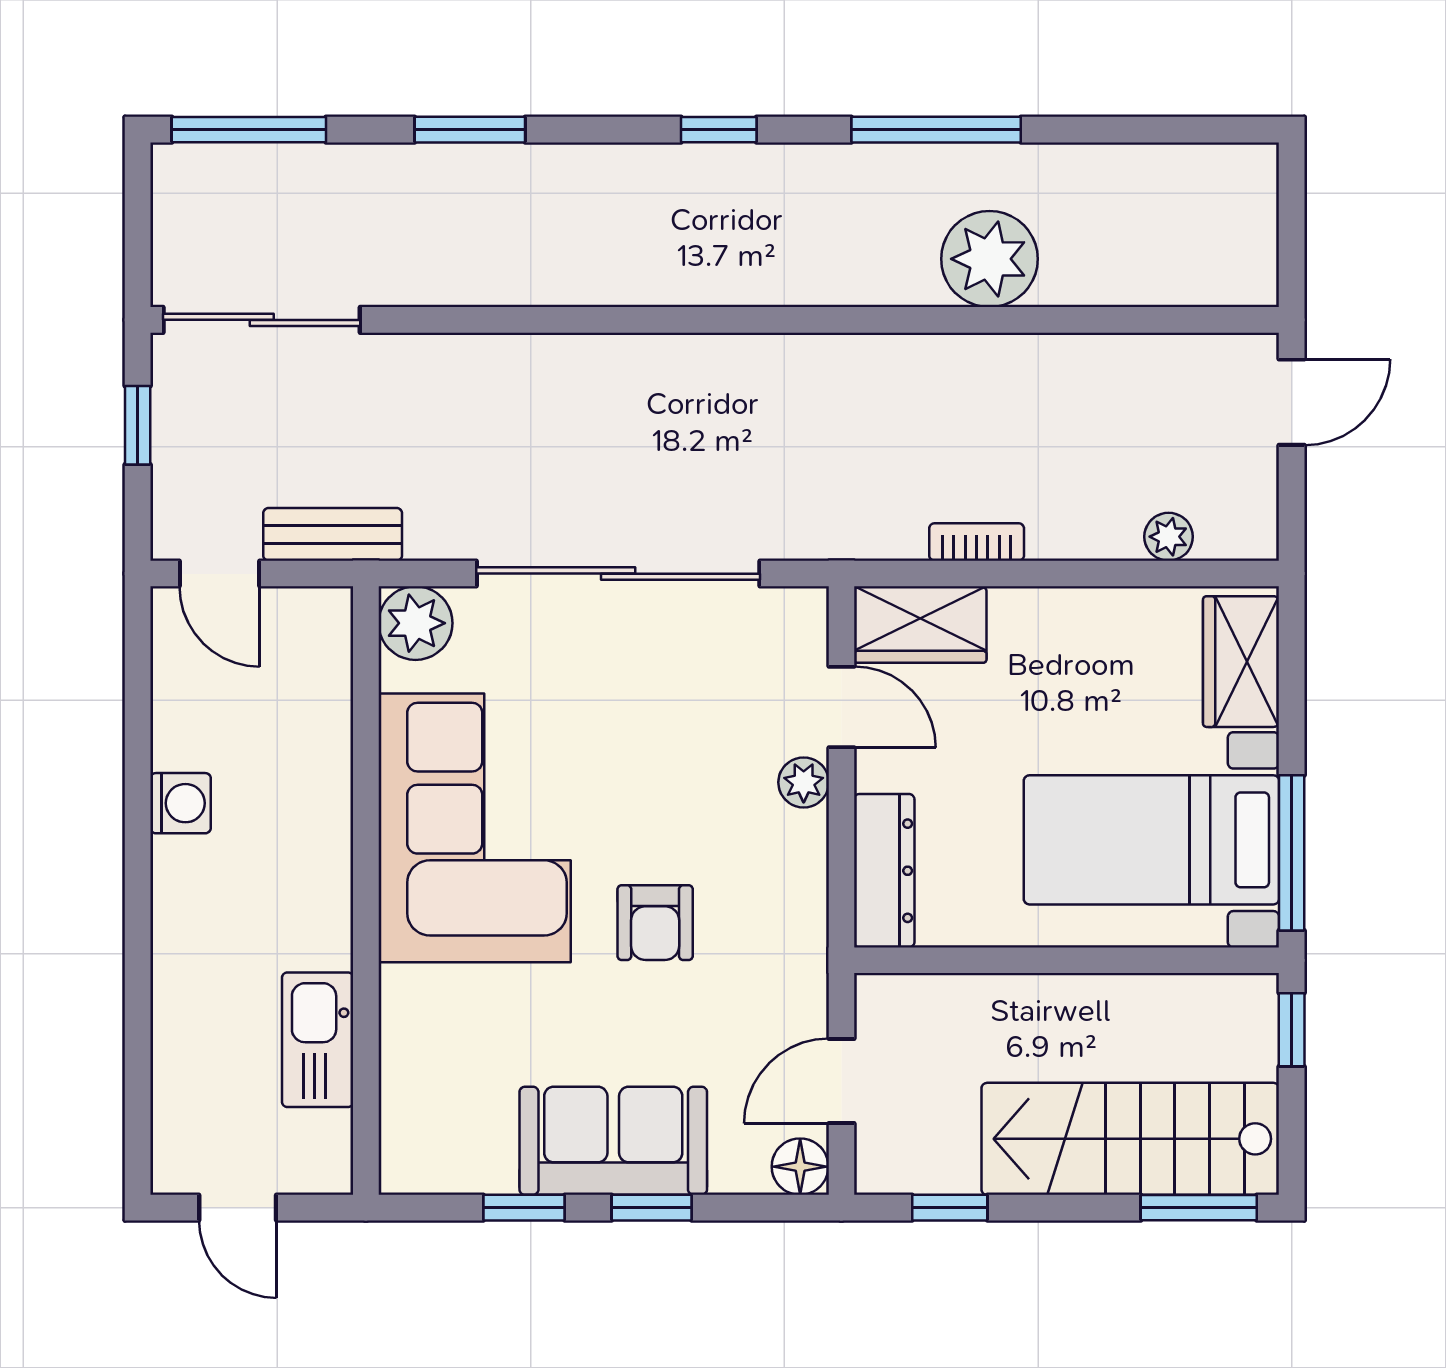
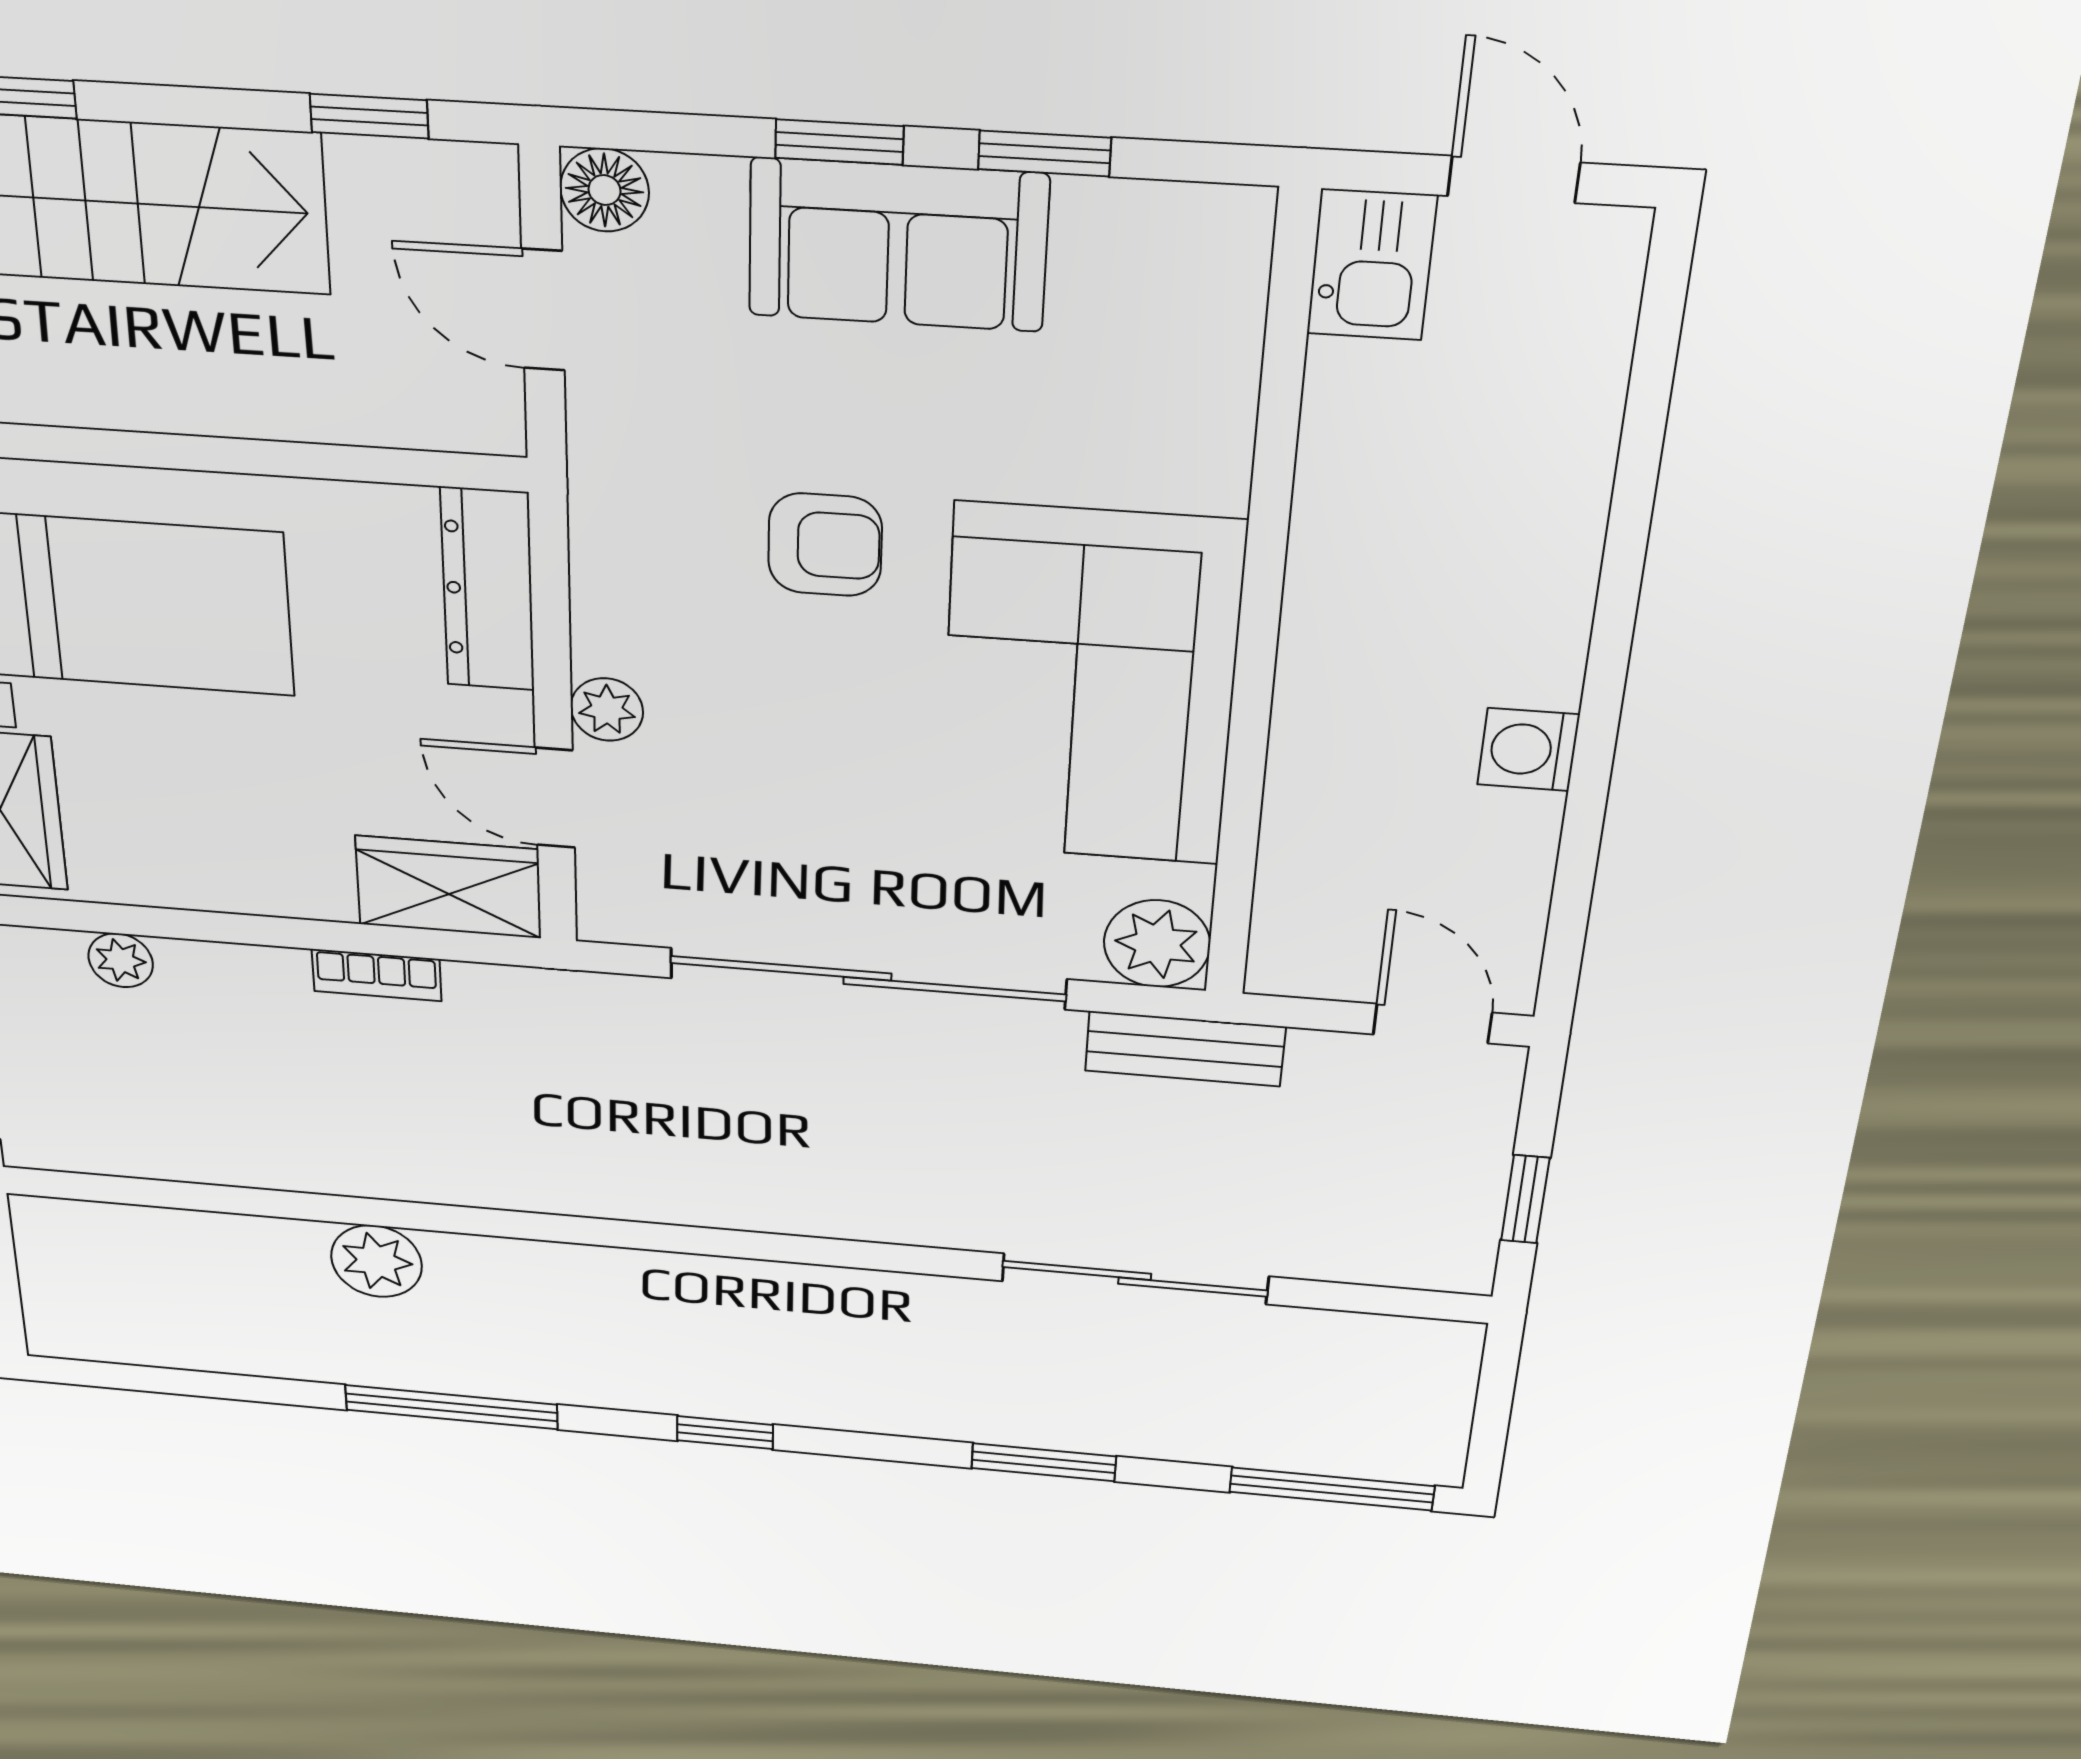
plant: (989, 259) -> (376, 1261), width x0.73, depth x0.73
sliding door: (262, 320) -> (1135, 1279), moved
bench: (333, 534) -> (1185, 1049), moved
armchair: (655, 923) -> (825, 545), turned 90
kitchen sink: (318, 1040) -> (1371, 265), moved, width x0.73
door: (841, 1081) -> (543, 310), swing flipped

